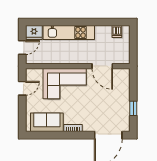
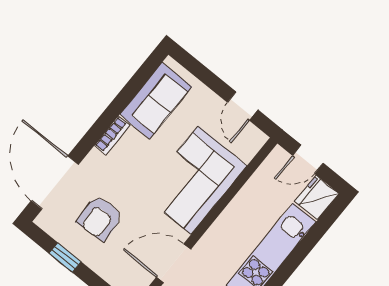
door: (22, 48) -> (308, 159), hinge flipped
armchair: (108, 107) -> (100, 218), added

